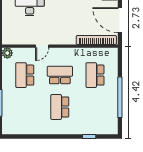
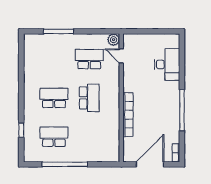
bookcase: (96, 40) -> (128, 115), moved
door: (42, 46) -> (121, 56), moved
school desk: (95, 75) -> (54, 137), moved

